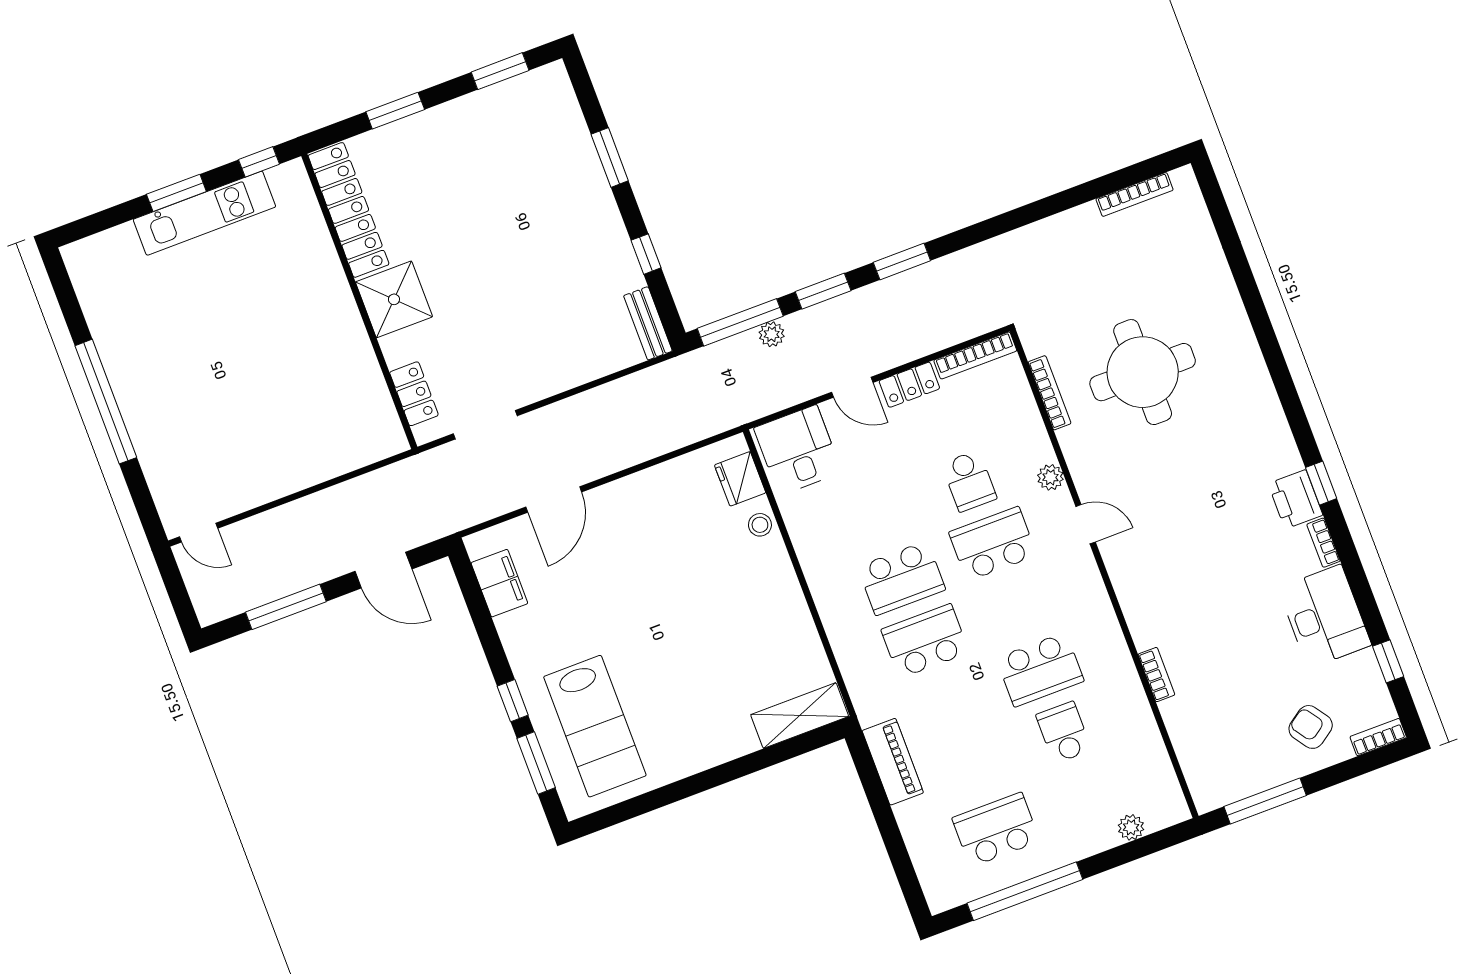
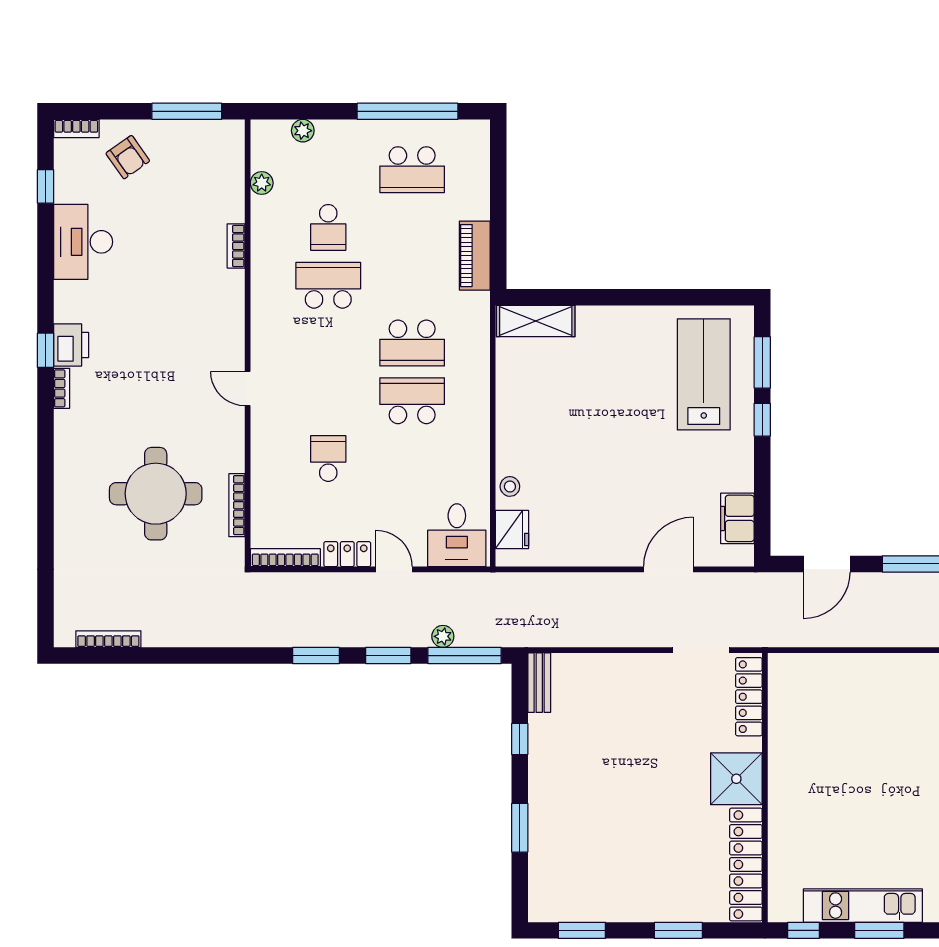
locker: (414, 394) -> (749, 697), width x1.53
plant: (1050, 477) -> (262, 183), moved
bookcase: (1323, 543) -> (62, 388), moved
school desk: (993, 544) -> (328, 401), removed
door: (383, 570) -> (827, 564), swing flipped

